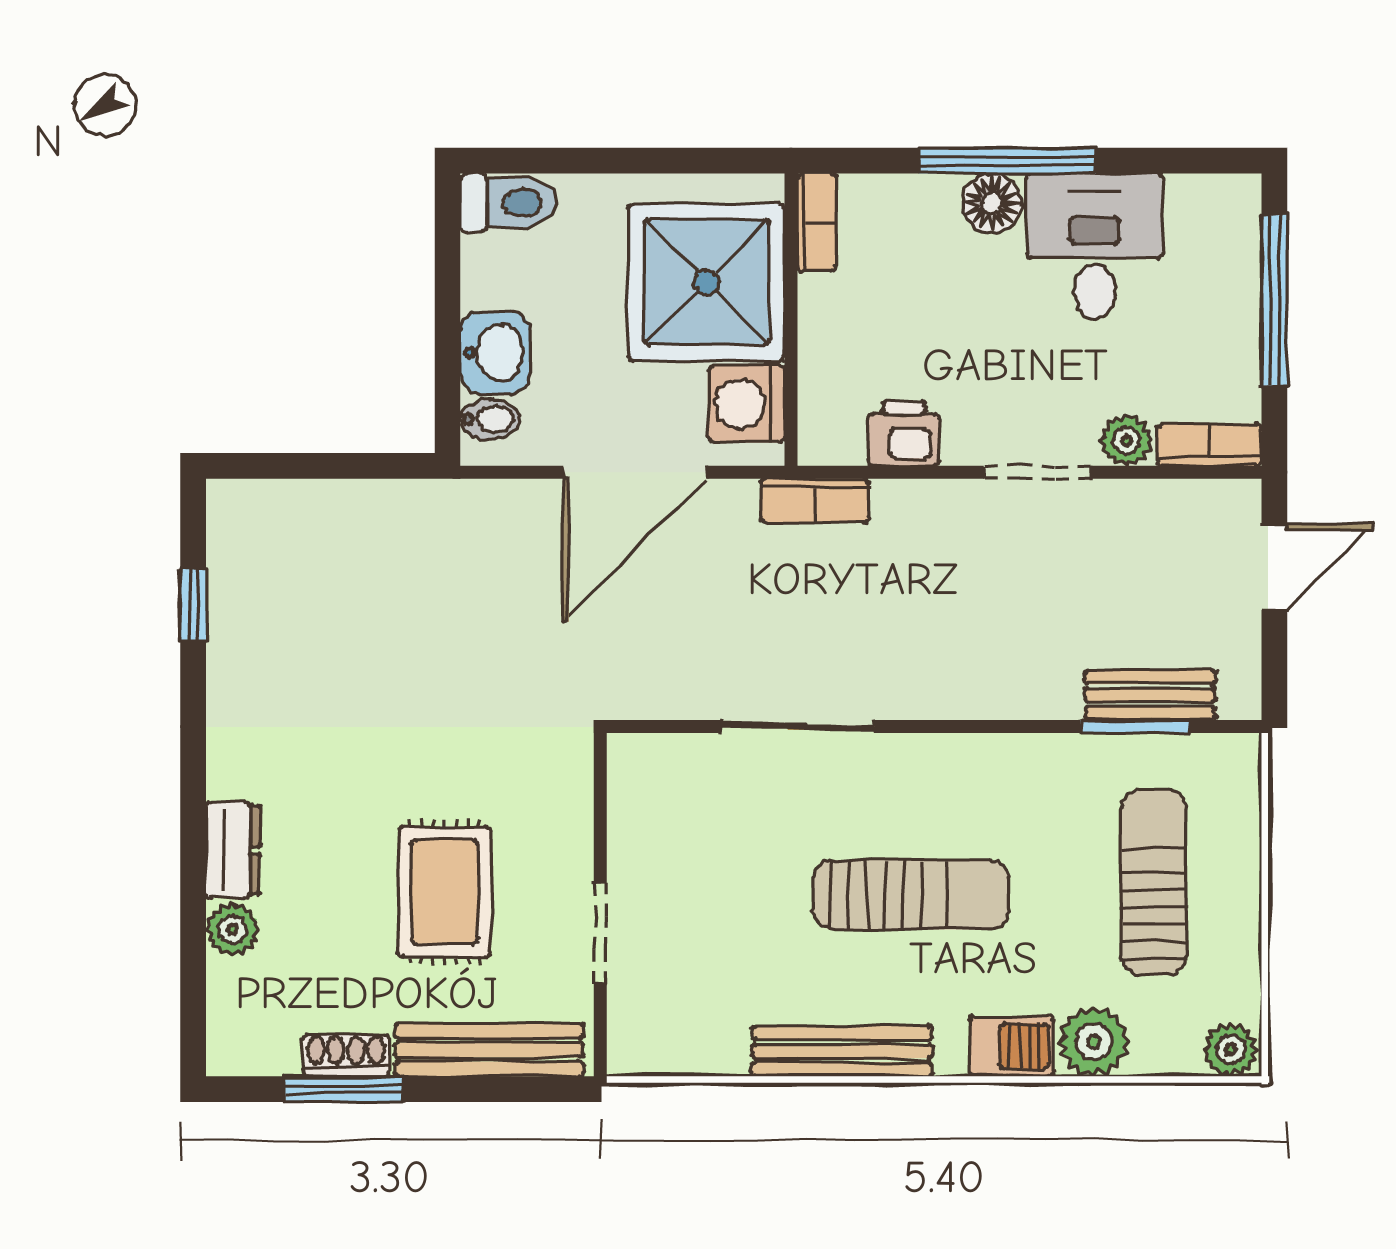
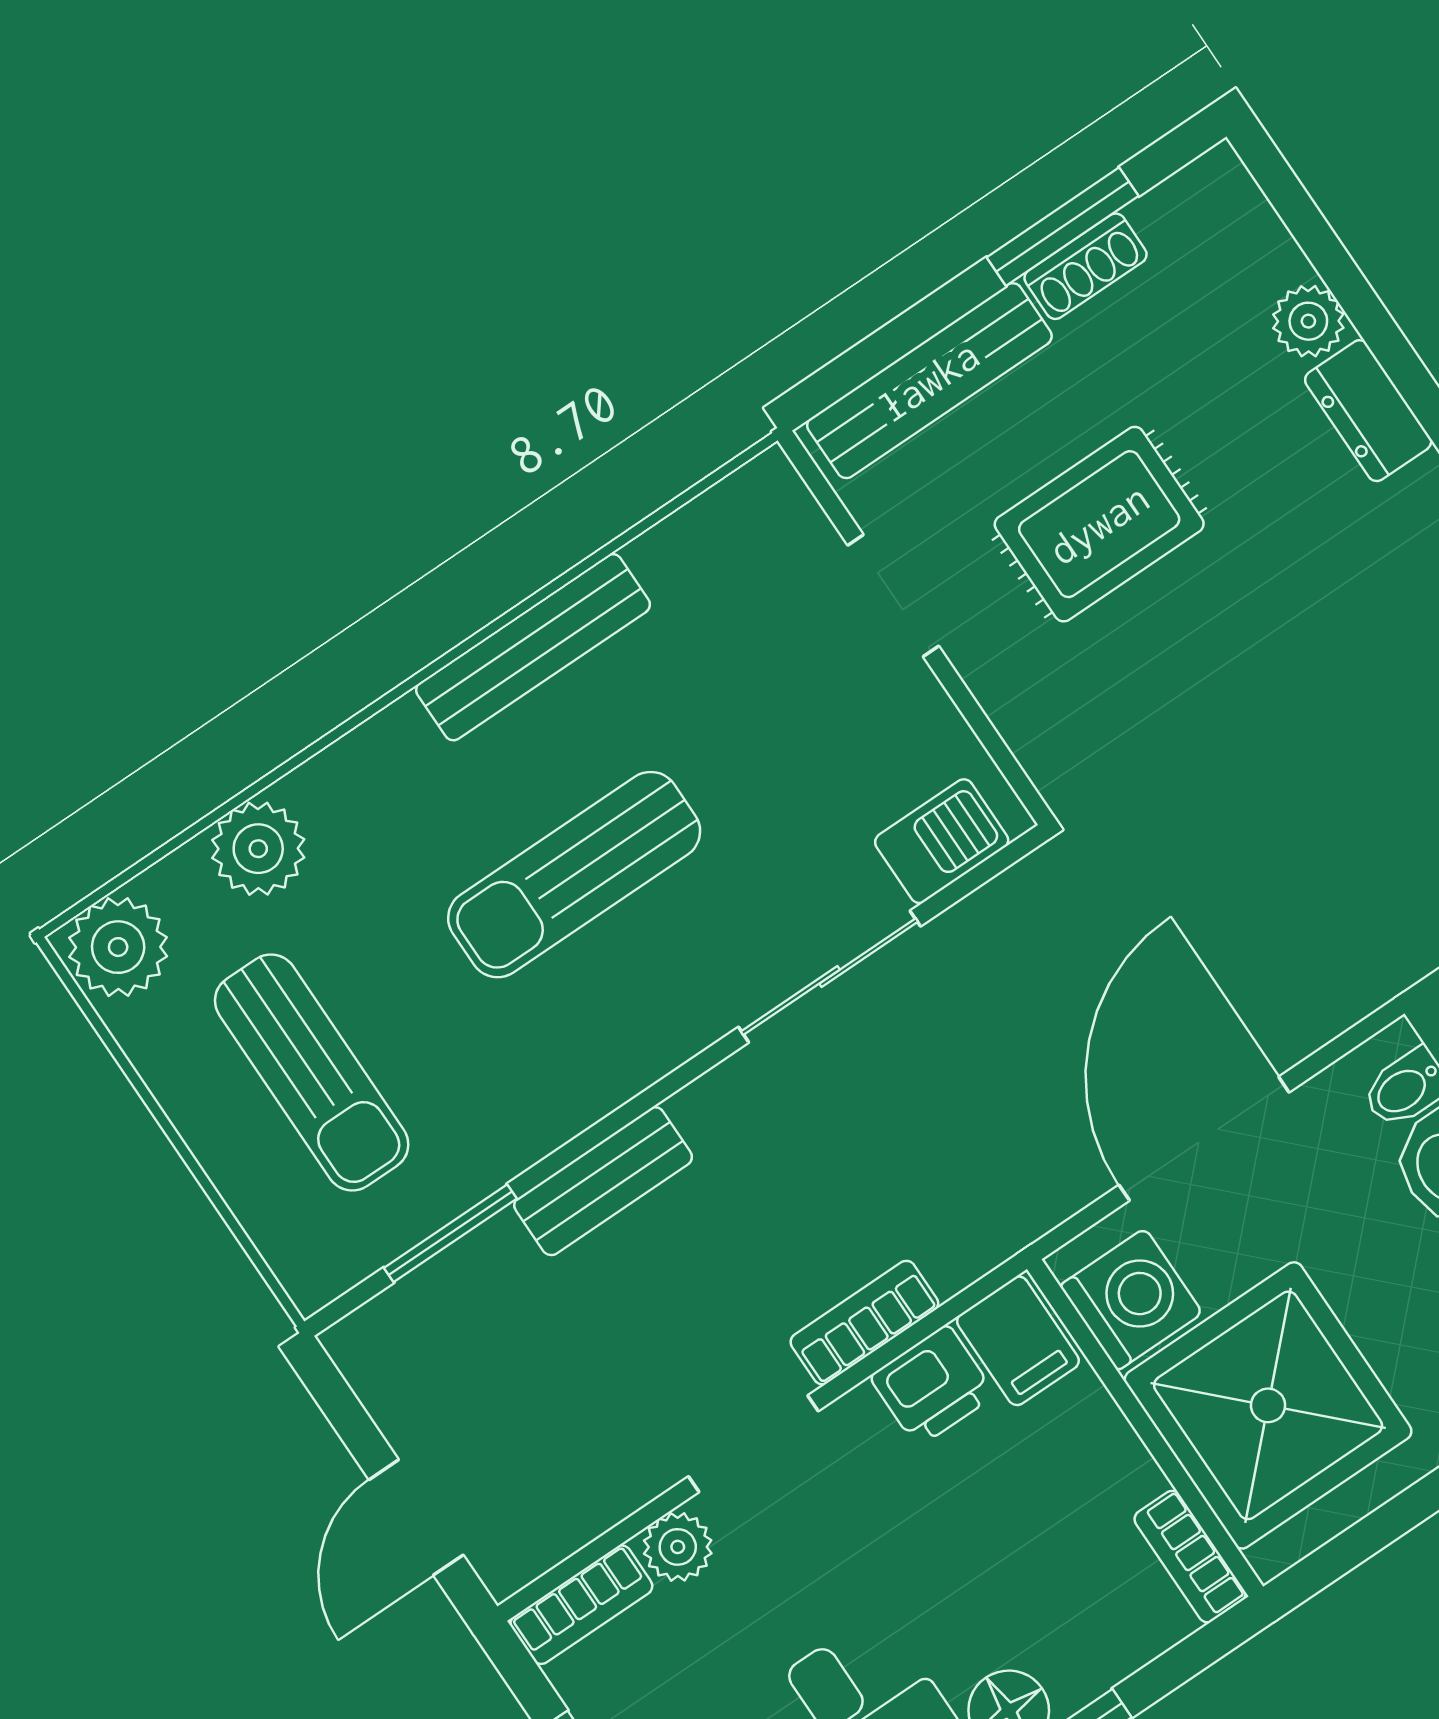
filing cabinet: (833, 426) -> (1018, 1341), added
bookcase: (815, 500) -> (864, 1323), moved
bench: (1150, 695) -> (603, 1181), moved
rug: (445, 892) -> (1099, 524), turned 90
barbecue: (1012, 1046) -> (942, 841), moved, turned 180
plant: (1230, 1050) -> (118, 947), width x1.38, depth x1.38

